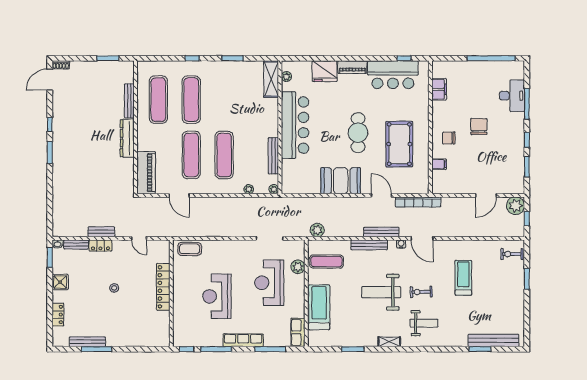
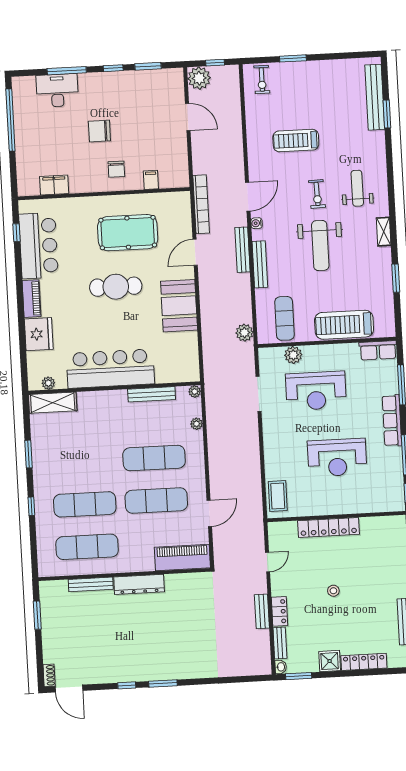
locker: (58, 315) -> (364, 662), width x1.53

